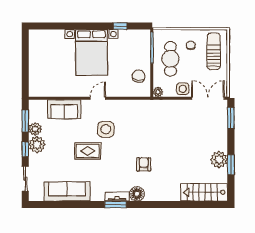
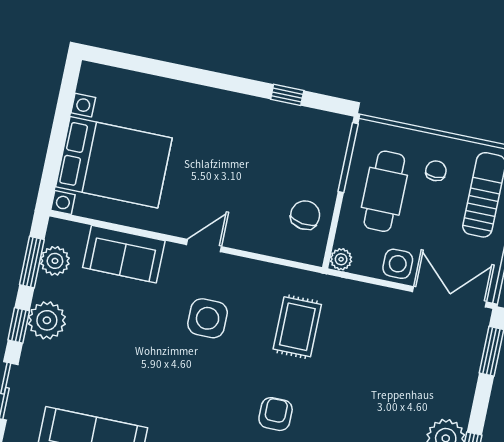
bed with nightstands: (91, 52) -> (114, 162), moved, turned -90
plant: (35, 129) -> (55, 261), moved
rug: (88, 151) -> (297, 327), moved, turned 90

